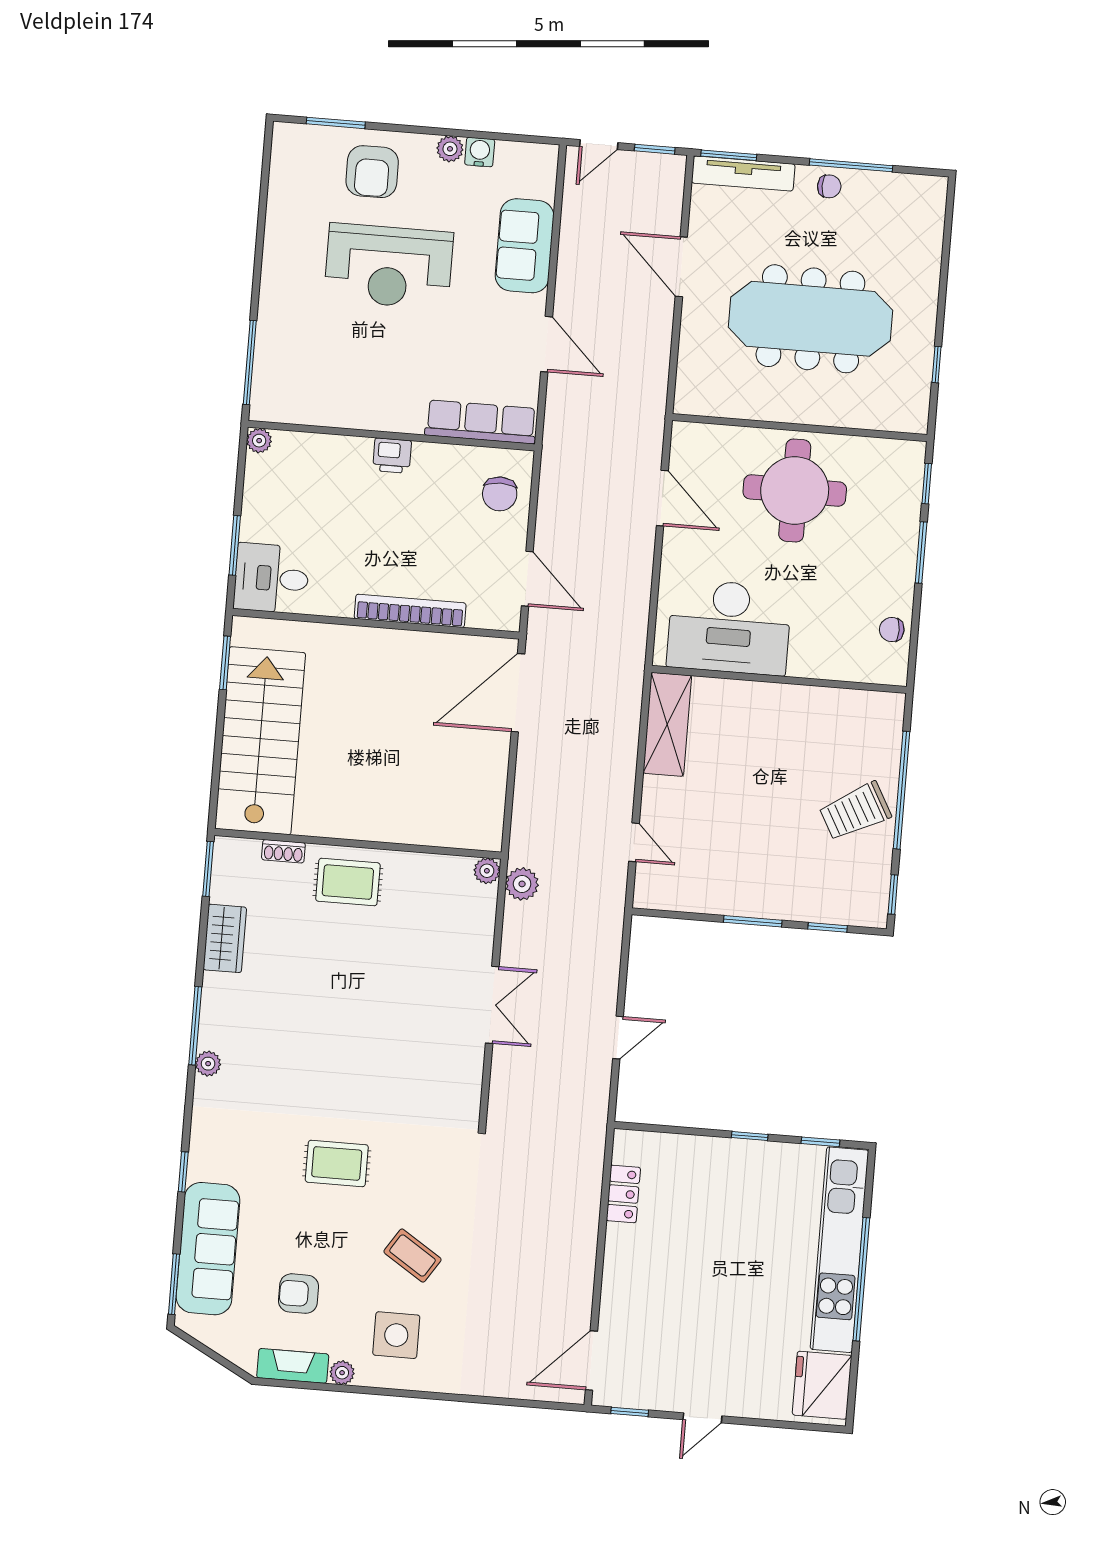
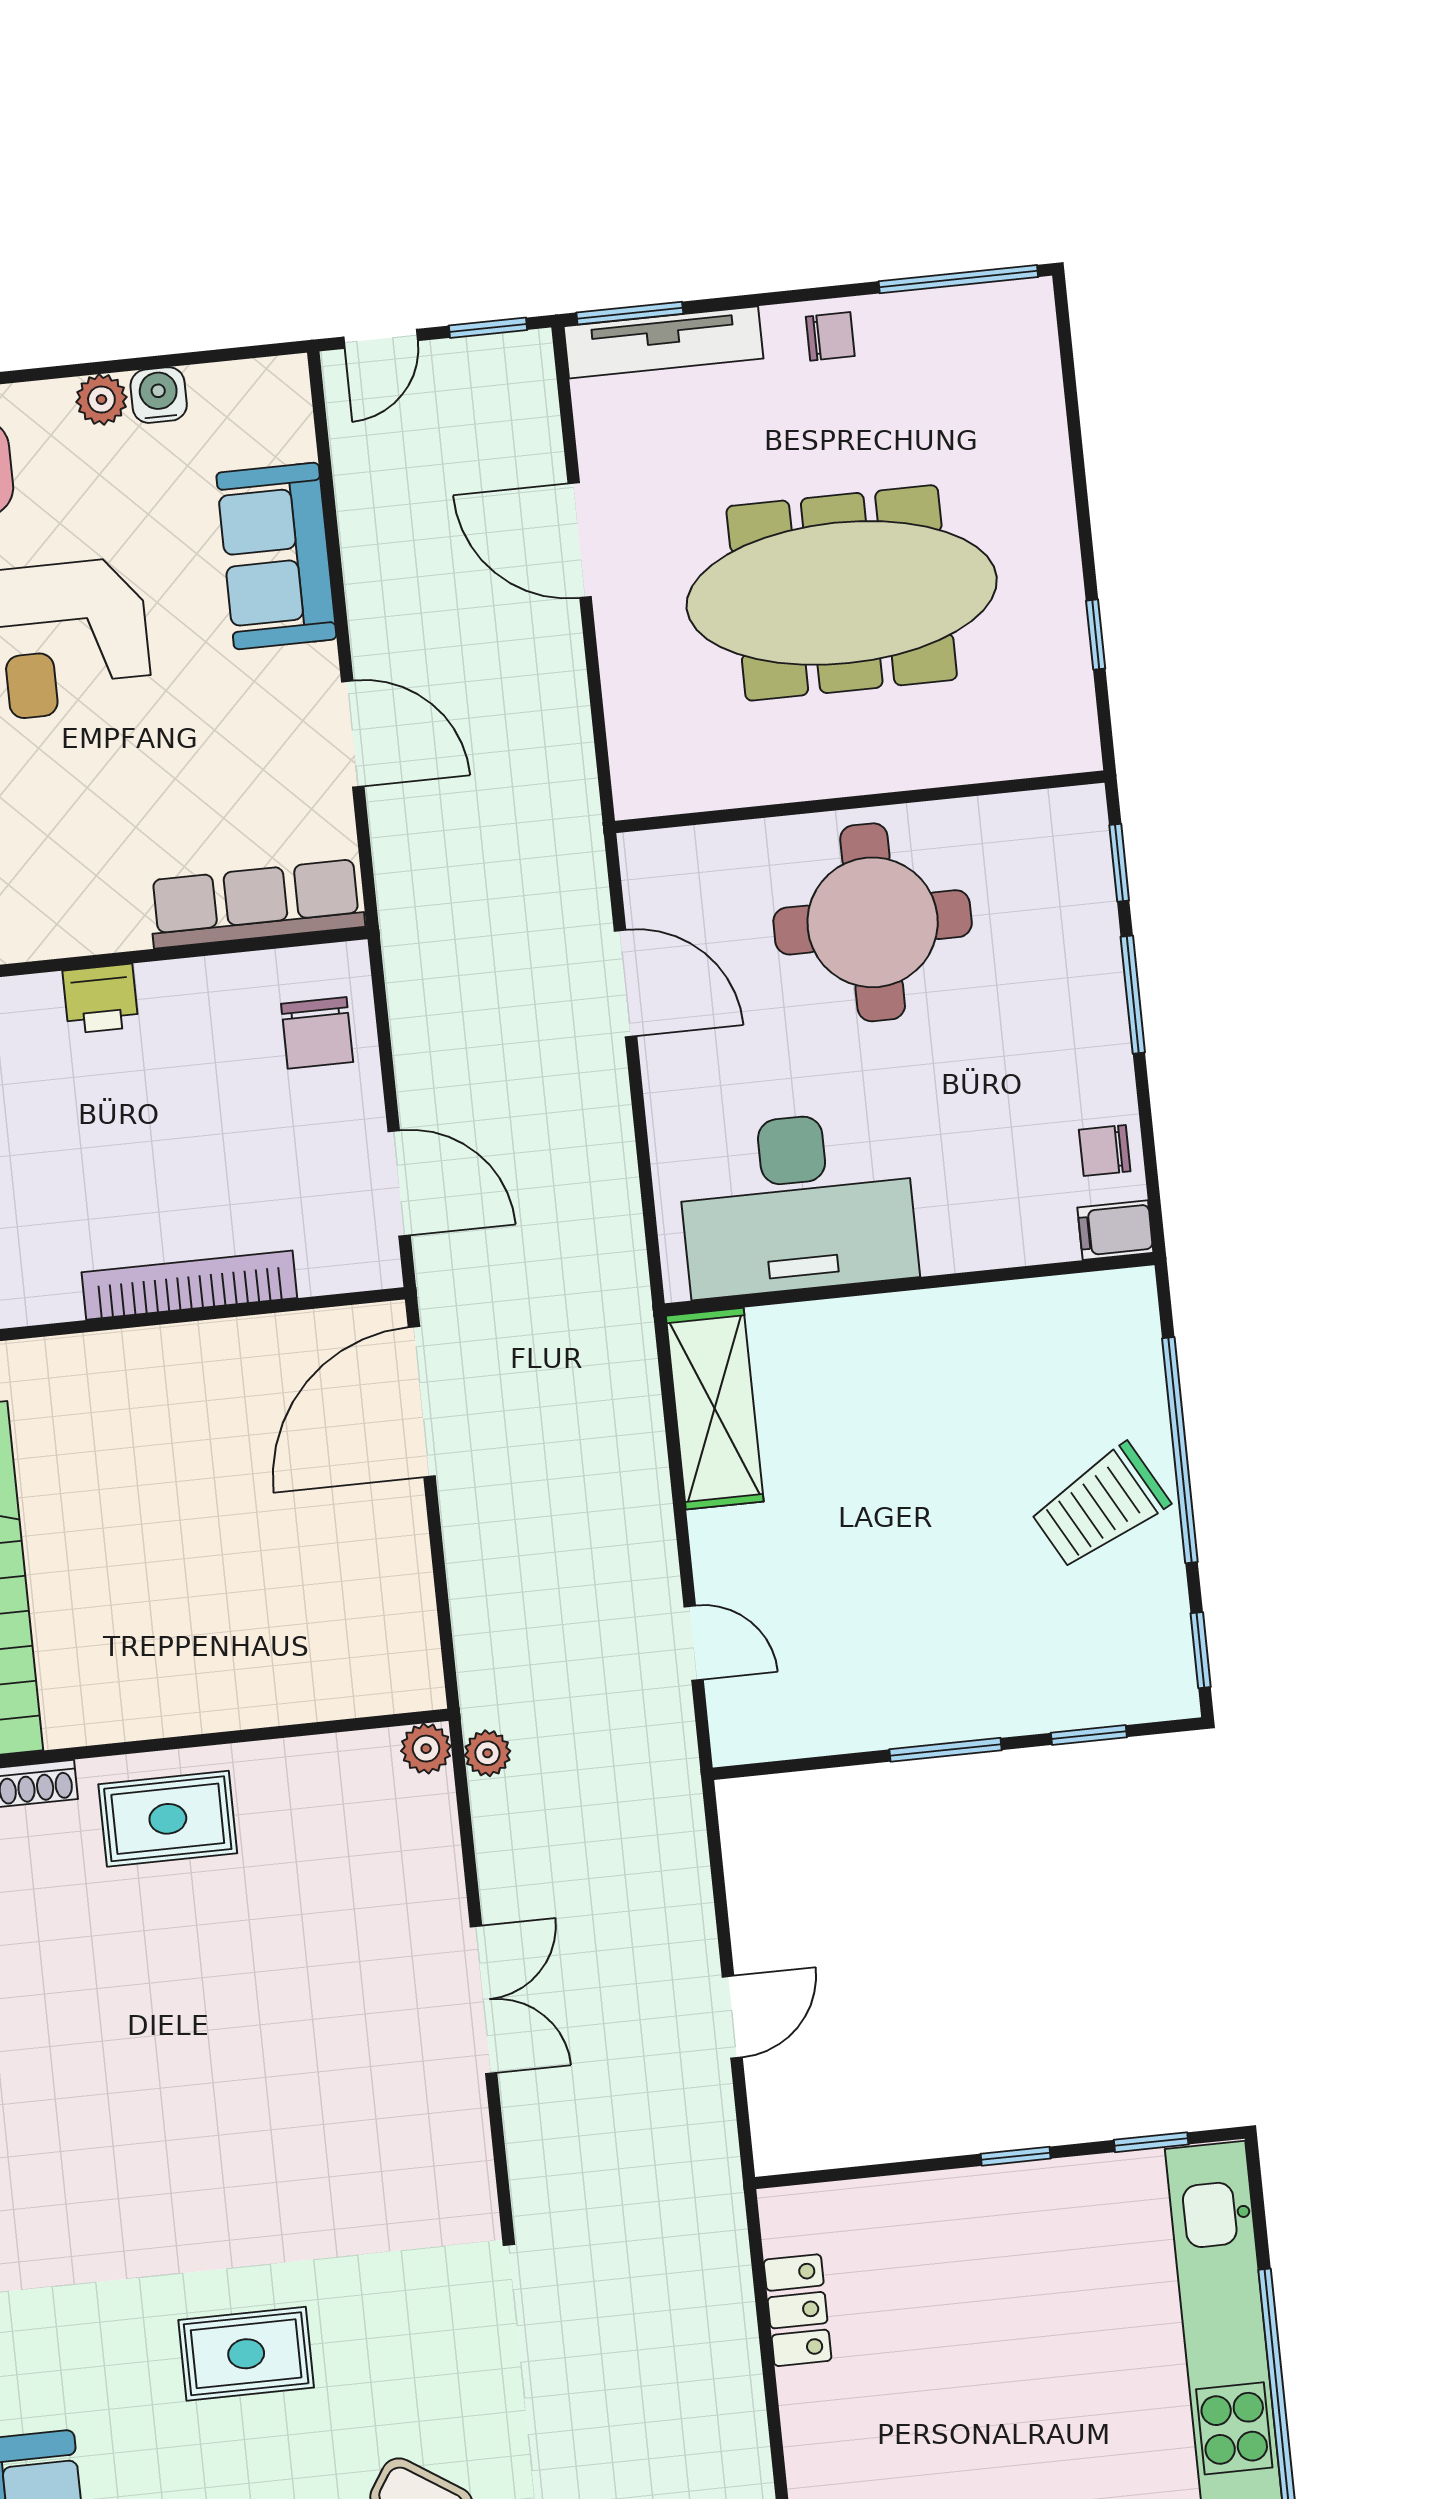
window: (851, 165) -> (958, 279), moved
filing cabinet: (890, 671) -> (1115, 1230), added
plant: (522, 884) -> (487, 1753), width x0.73, depth x0.73

